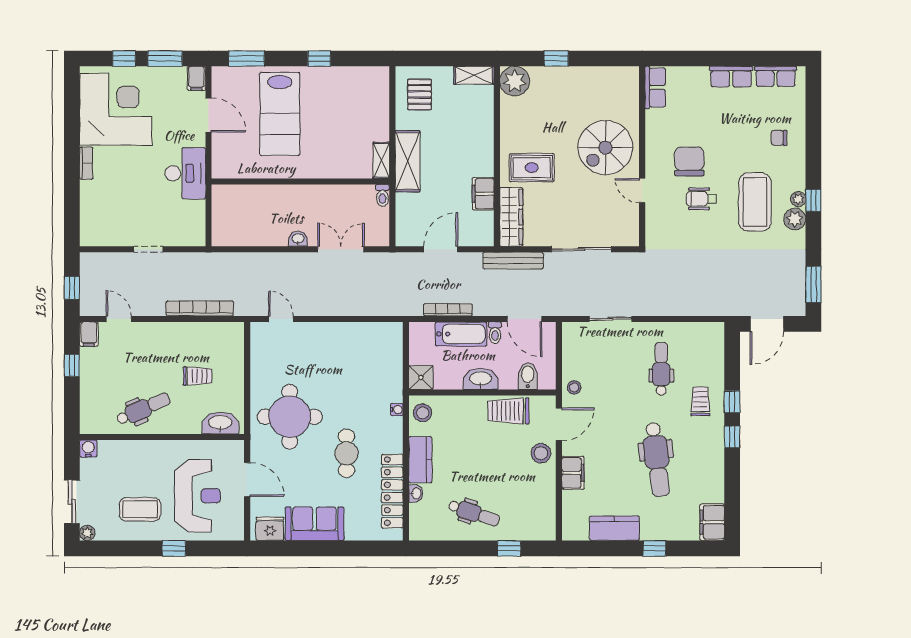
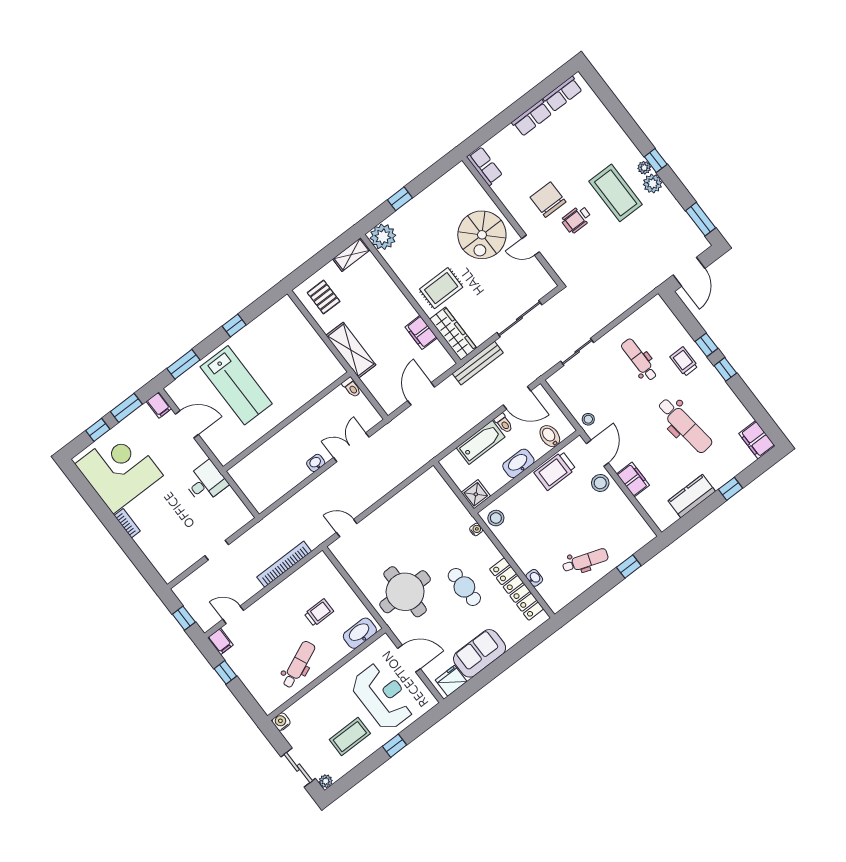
chair: (779, 138) -> (598, 135), removed
shelving: (381, 160) -> (332, 364), removed
desk: (185, 173) -> (206, 482), width x0.73
bookcase: (448, 310) -> (459, 432), removed
kitchen counter: (420, 460) -> (519, 552), removed

